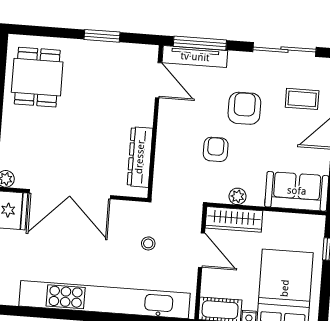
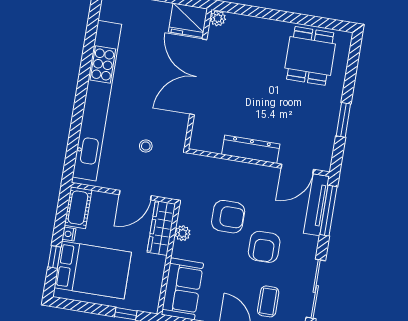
dining table: (37, 77) -> (310, 56), turned 90
armchair: (244, 108) -> (264, 247), turned 90
armchair: (216, 149) -> (228, 217), width x1.38, depth x1.38
dresser: (140, 157) -> (251, 149), moved

